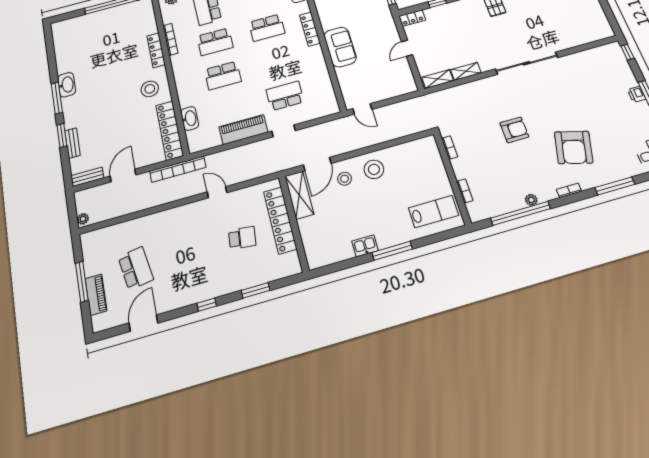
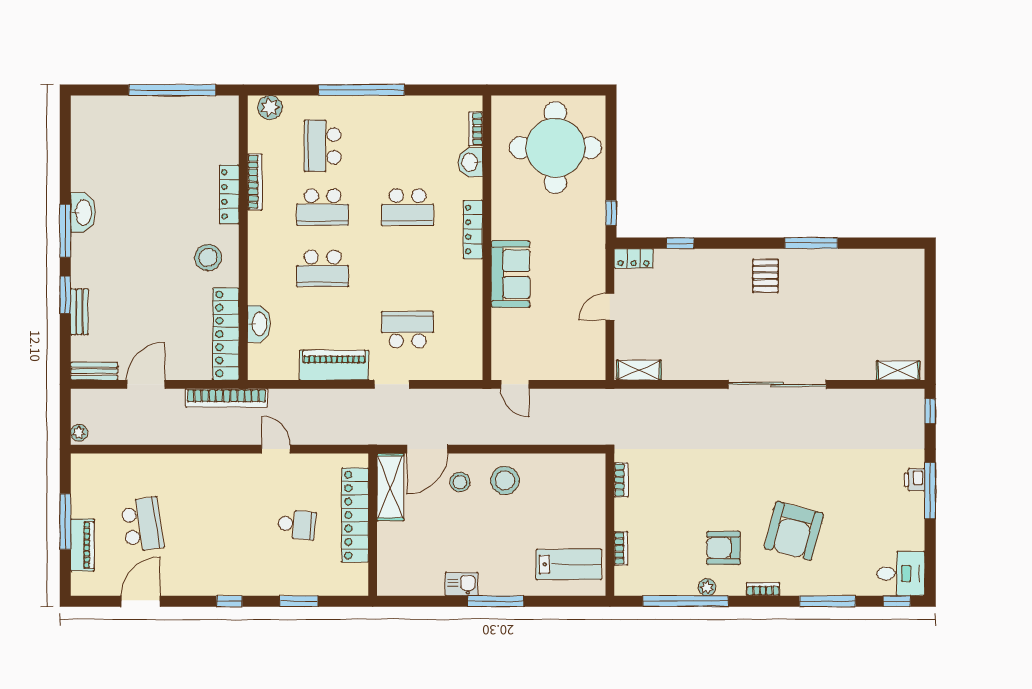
shelving: (466, 71) -> (898, 370), moved
armchair: (514, 130) -> (723, 548), moved, turned 180

